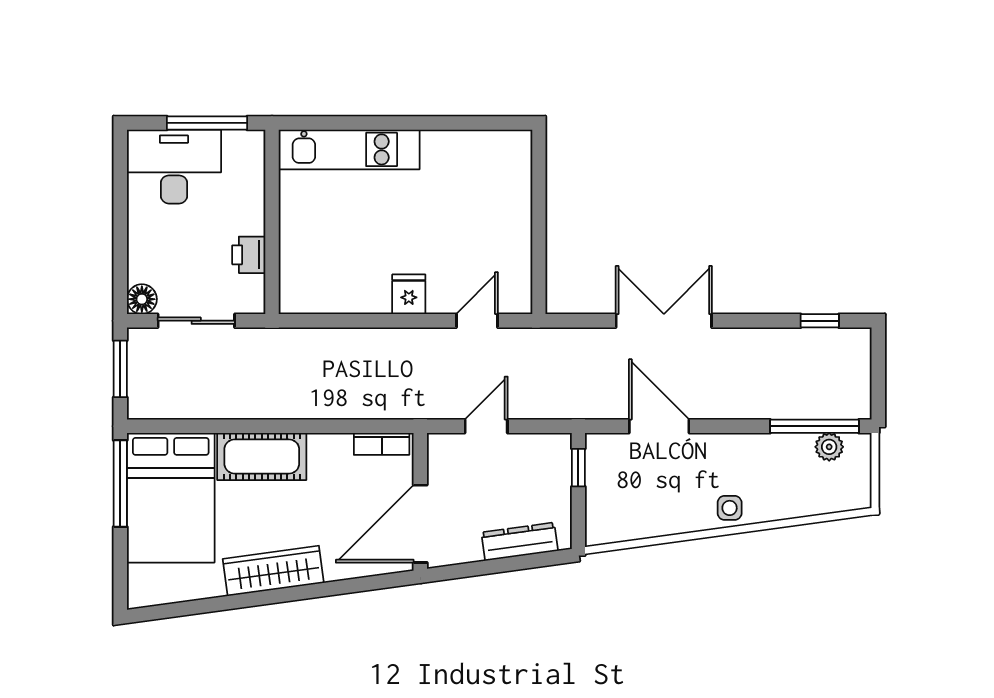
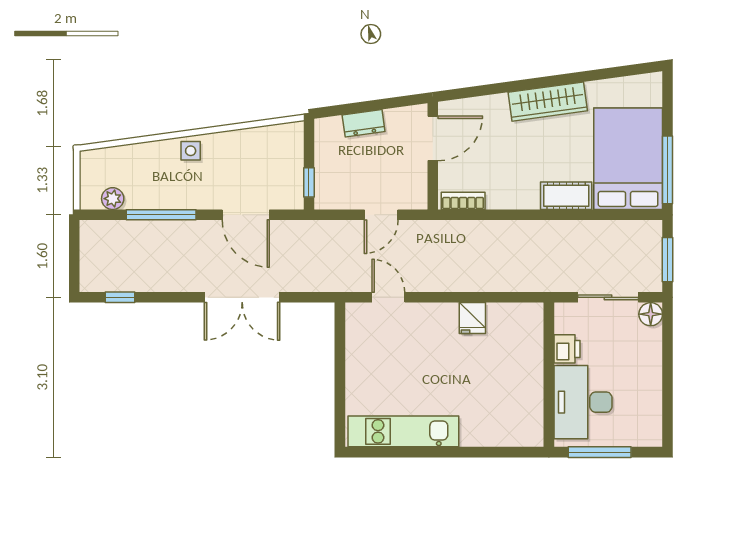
kitchen unit: (349, 149) -> (403, 431), moved
desk: (174, 167) -> (583, 402), moved, turned 90
fridge: (409, 294) -> (472, 318), moved
door: (477, 321) -> (388, 297), swing flipped
window: (814, 426) -> (161, 215), moved
cot: (262, 456) -> (566, 196), width x0.73, depth x0.75
door: (420, 524) -> (433, 138), width x0.73
dresser: (520, 542) -> (364, 123), width x0.70

